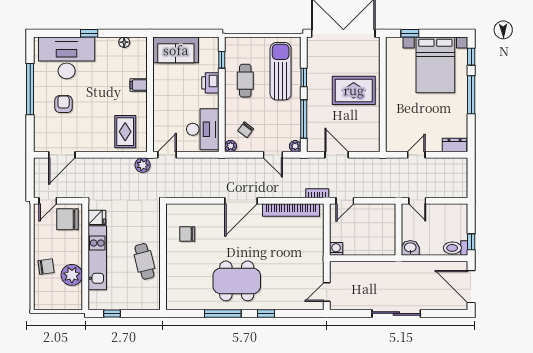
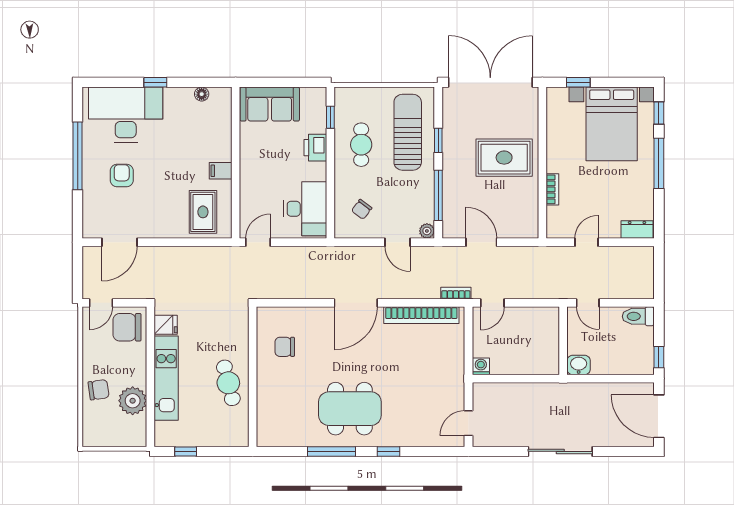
filing cabinet: (139, 85) -> (221, 171), moved
bookcase: (390, 115) -> (552, 189), added
plant: (231, 146) -> (342, 231), removed
plant: (143, 165) -> (226, 256), removed
toilet: (455, 248) -> (638, 316), moved

